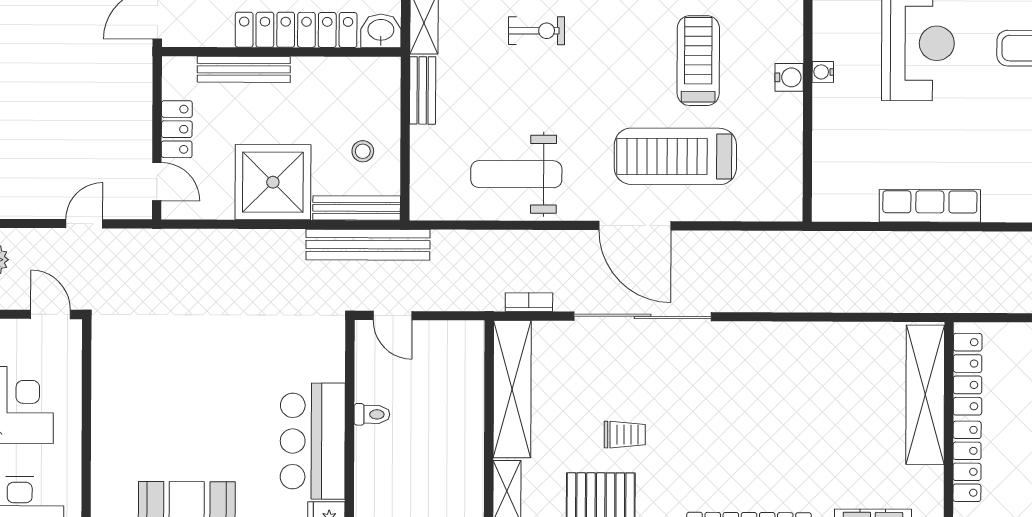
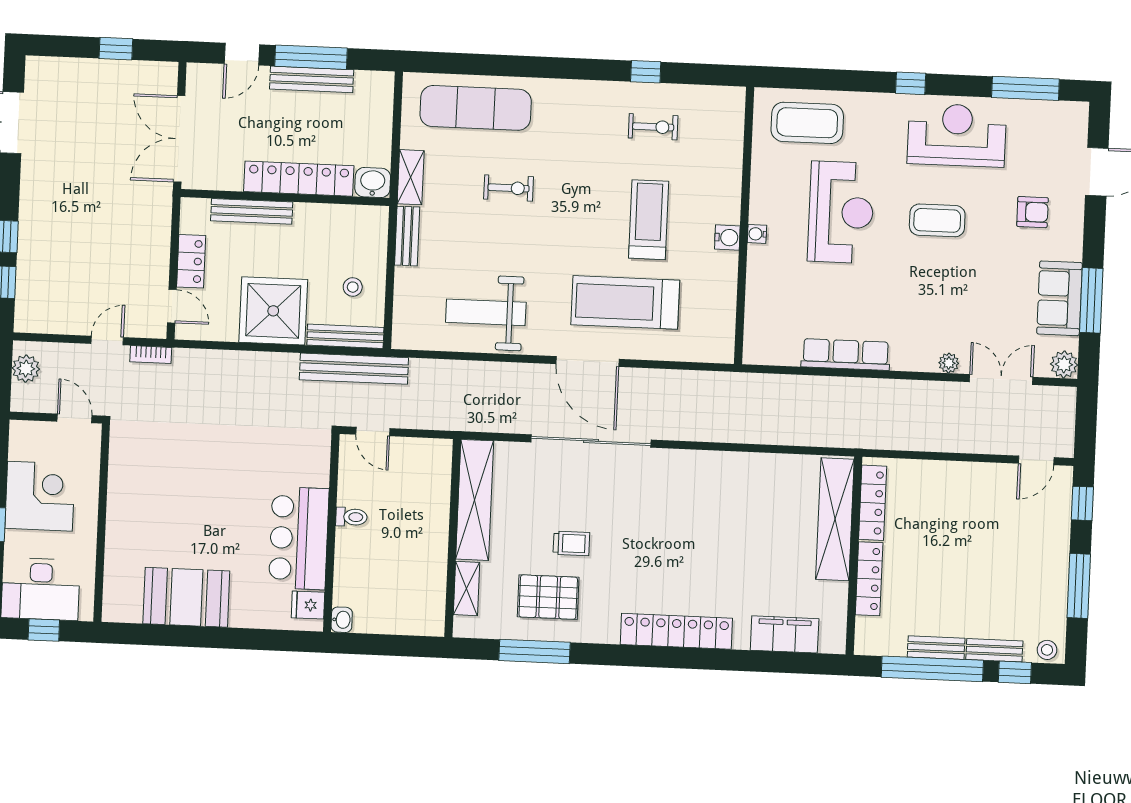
bookcase: (529, 302) -> (151, 355), moved, turned 180

